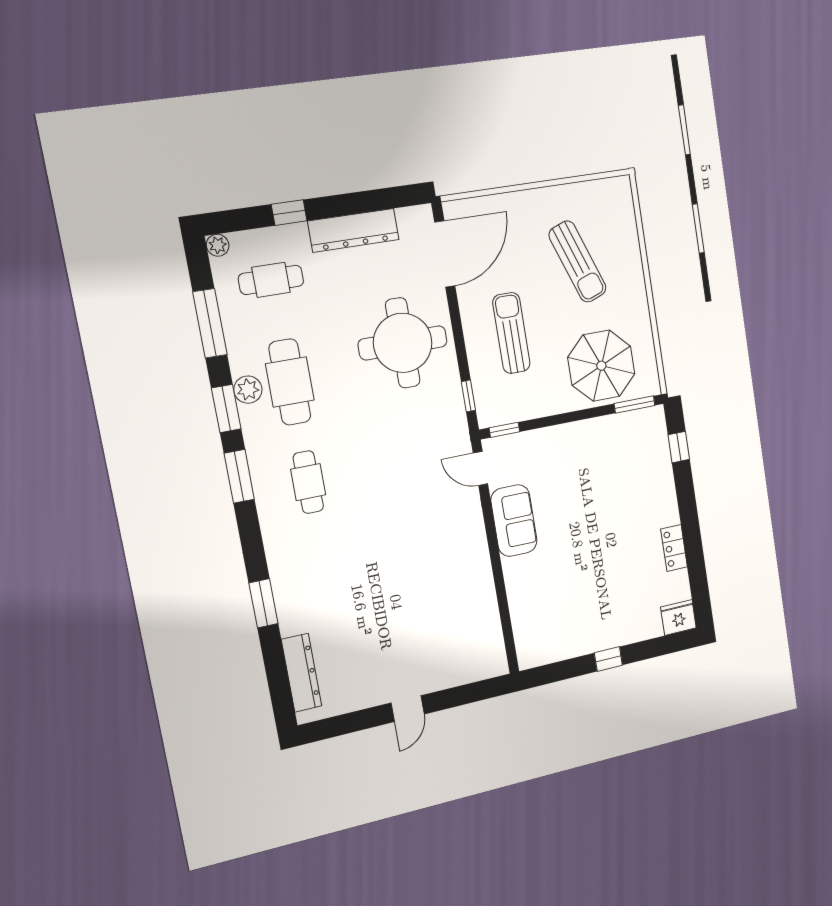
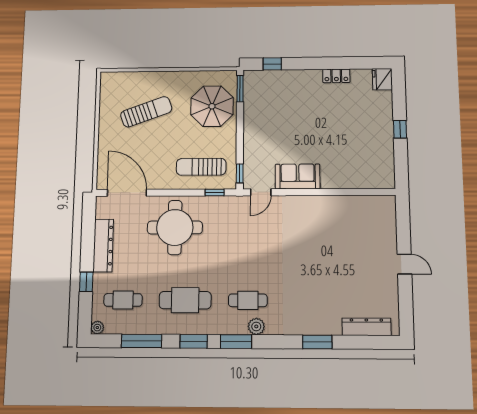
cafe table: (271, 280) -> (123, 300), turned 90
sun lounger: (511, 333) -> (201, 167), moved
plant: (248, 390) -> (256, 326), moved

